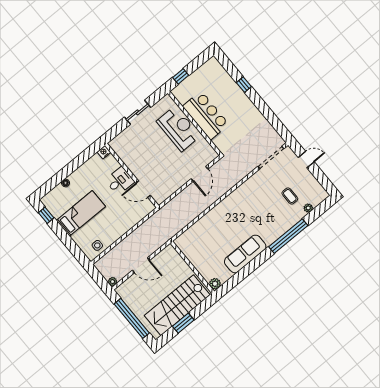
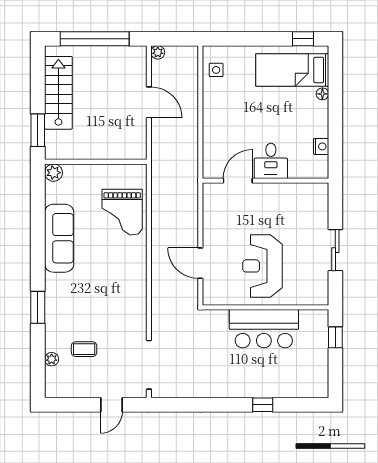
reception desk: (178, 129) -> (263, 266), moved, turned 90
nightstand: (104, 152) -> (321, 146), moved
bed: (81, 213) -> (292, 70), moved, turned 90
grand piano: (206, 234) -> (122, 212), added
window: (288, 236) -> (38, 307), width x0.47
door: (141, 265) -> (149, 102), swing flipped
stairs: (177, 305) -> (58, 93), width x0.73, depth x0.66
window: (183, 323) -> (38, 130), moved

